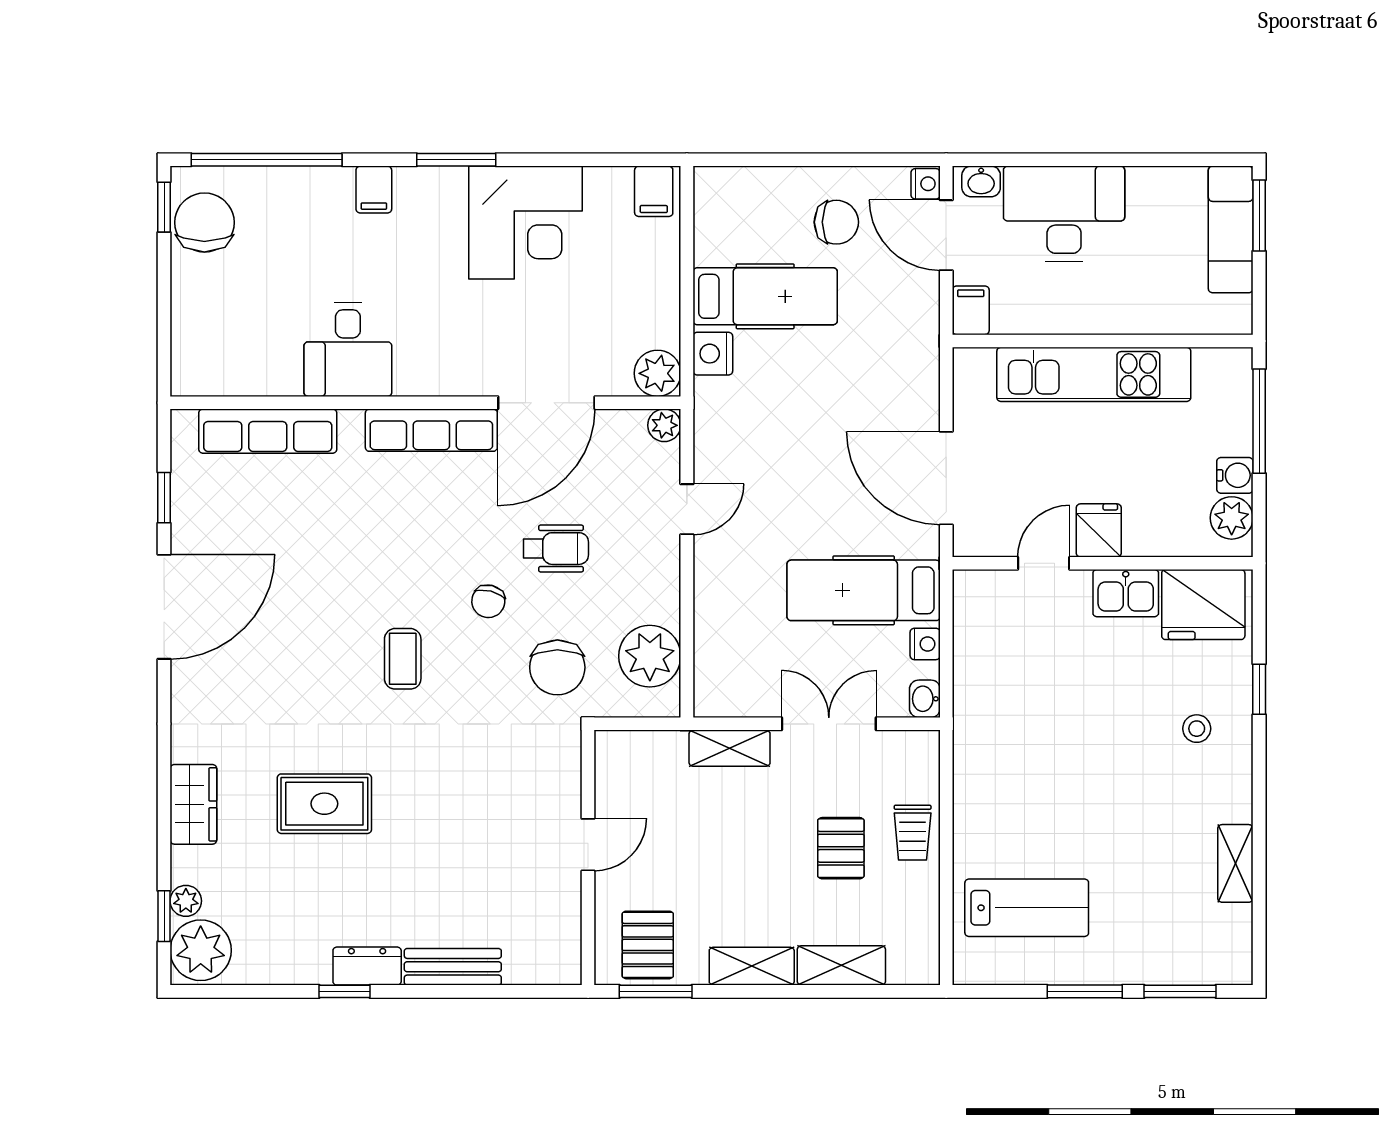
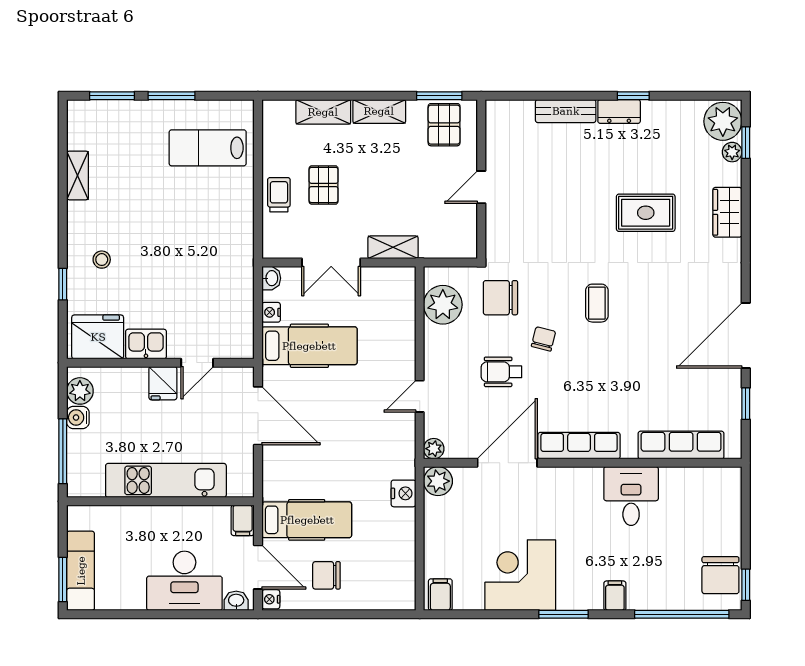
hospital bed: (765, 296) -> (307, 520), moved, turned 180
chair: (557, 667) -> (500, 298), turned -90

